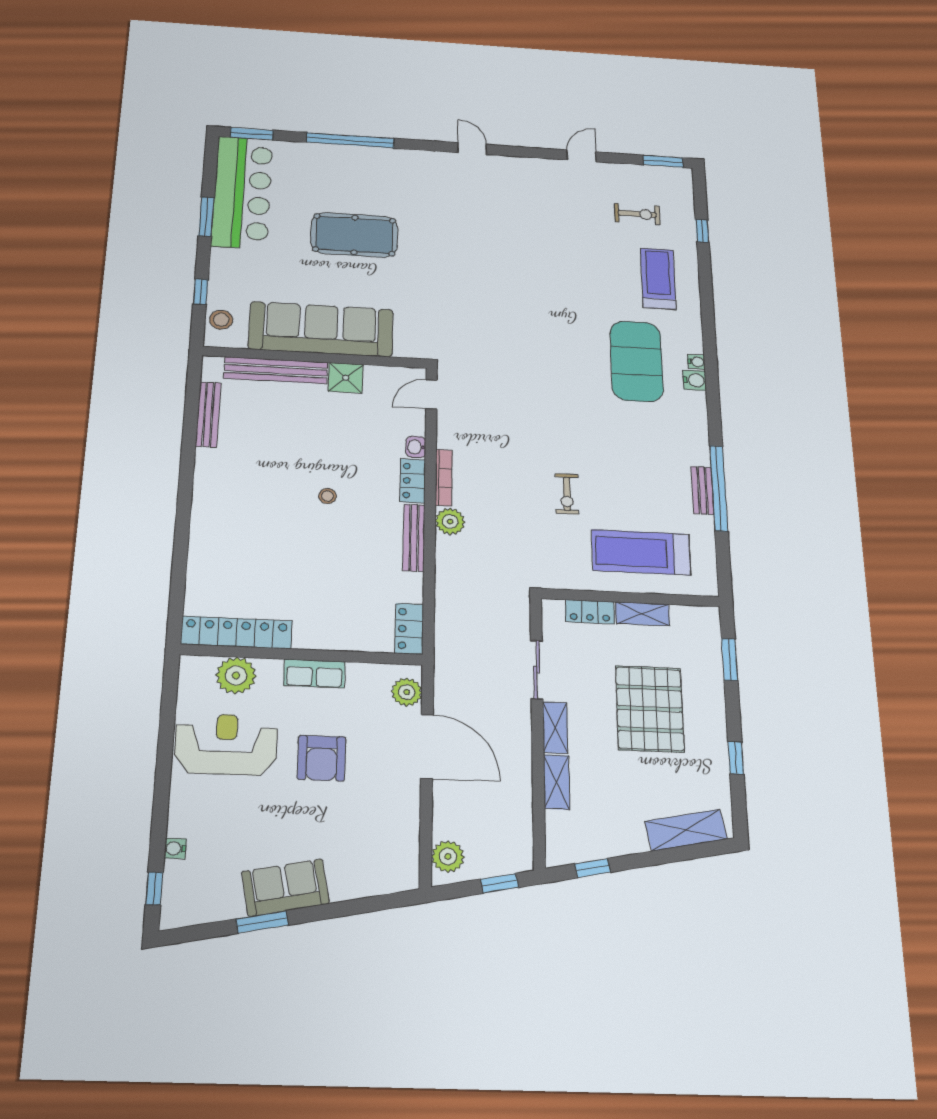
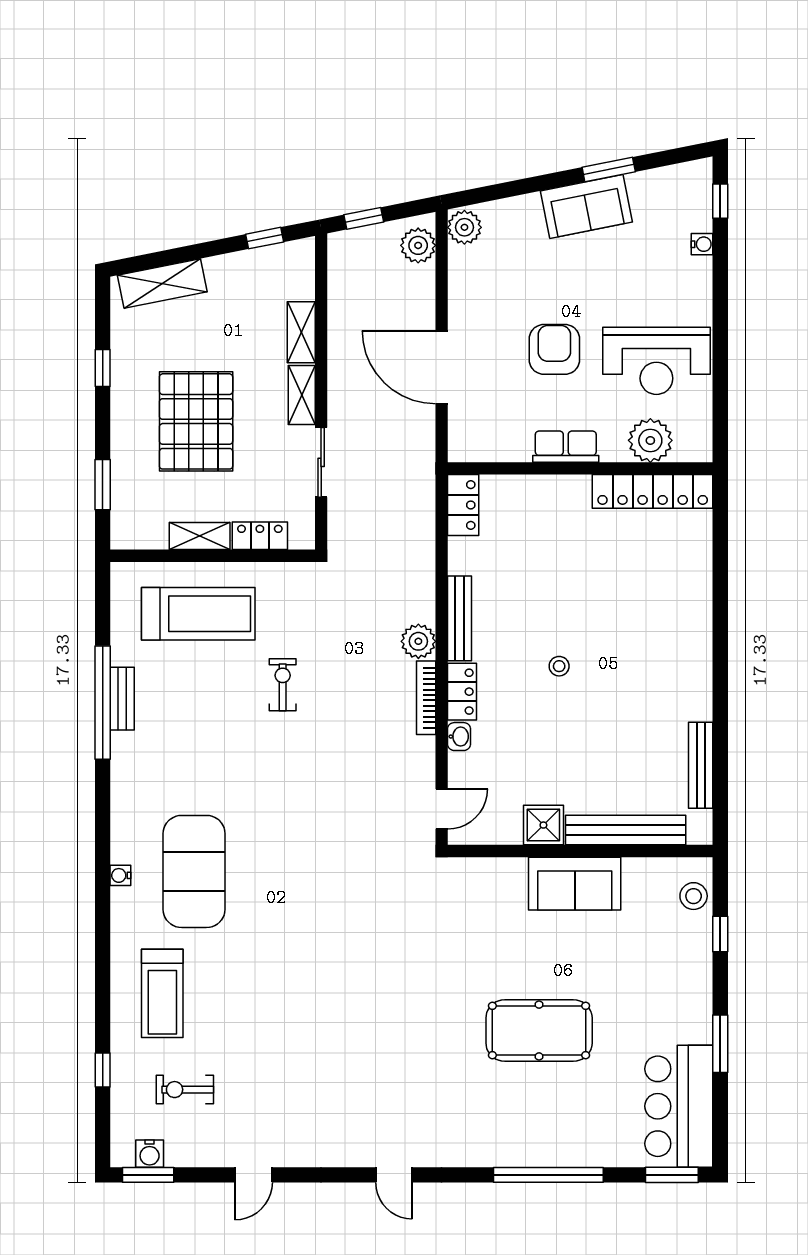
bar counter: (242, 192) -> (679, 1106), width x0.73
sofa: (321, 329) -> (575, 884), width x0.54, depth x0.79
water cooler: (695, 380) -> (150, 1154), moved, turned -90
plant: (407, 692) -> (464, 227), moved

